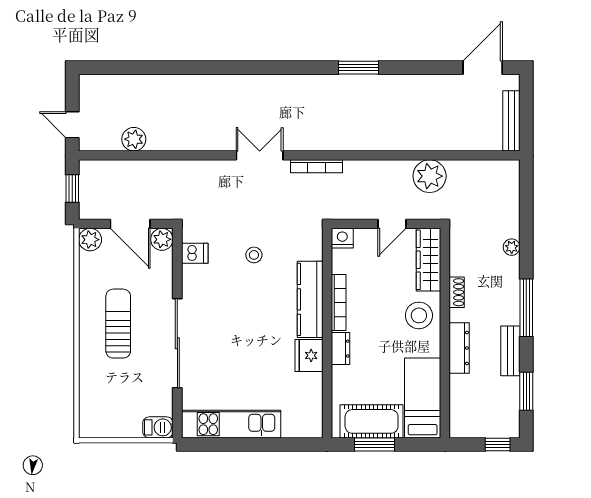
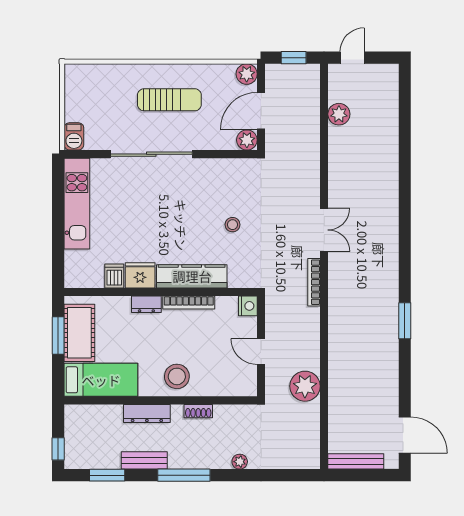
dishwasher: (195, 253) -> (114, 276), moved, turned 180
wardrobe: (428, 260) -> (228, 385), removed

